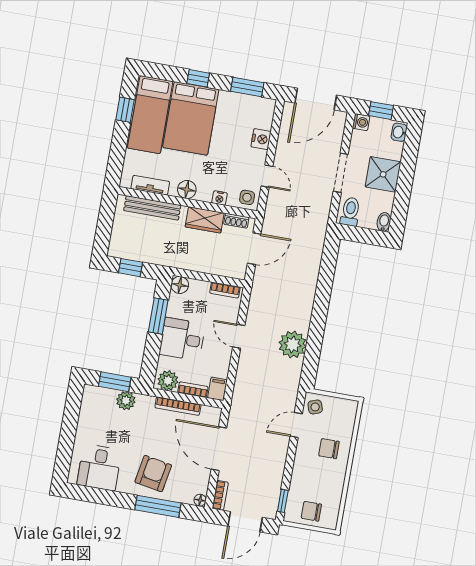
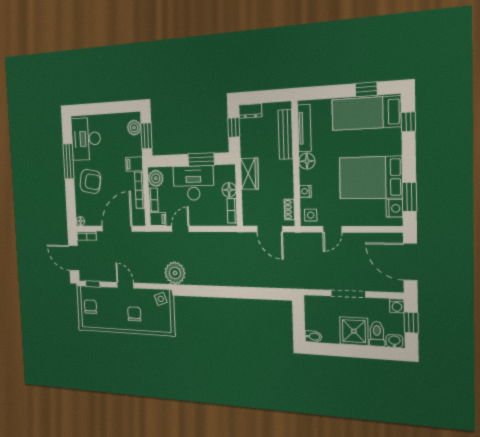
window: (198, 78) -> (408, 122), moved
bed: (191, 118) -> (371, 178), moved
nightstand: (261, 139) -> (394, 208), moved, turned -90
tv unit: (150, 185) -> (304, 128), width x1.41
toilet: (350, 212) -> (377, 334), moved, turned -90
wardrobe: (205, 220) -> (250, 174), moved, turned 180
dresser: (117, 244) -> (250, 111), added
floor lamp: (180, 285) -> (229, 190), moved
door: (239, 336) -> (180, 229), moved
desk: (182, 339) -> (193, 183), width x1.37
plant: (293, 345) -> (175, 273), moved
plant: (126, 401) -> (134, 128), moved
filing cabinet: (145, 406) -> (134, 164), added
door: (296, 425) -> (125, 285), moved
desk: (99, 467) -> (86, 139), width x1.37
window: (158, 506) -> (69, 161), moved

